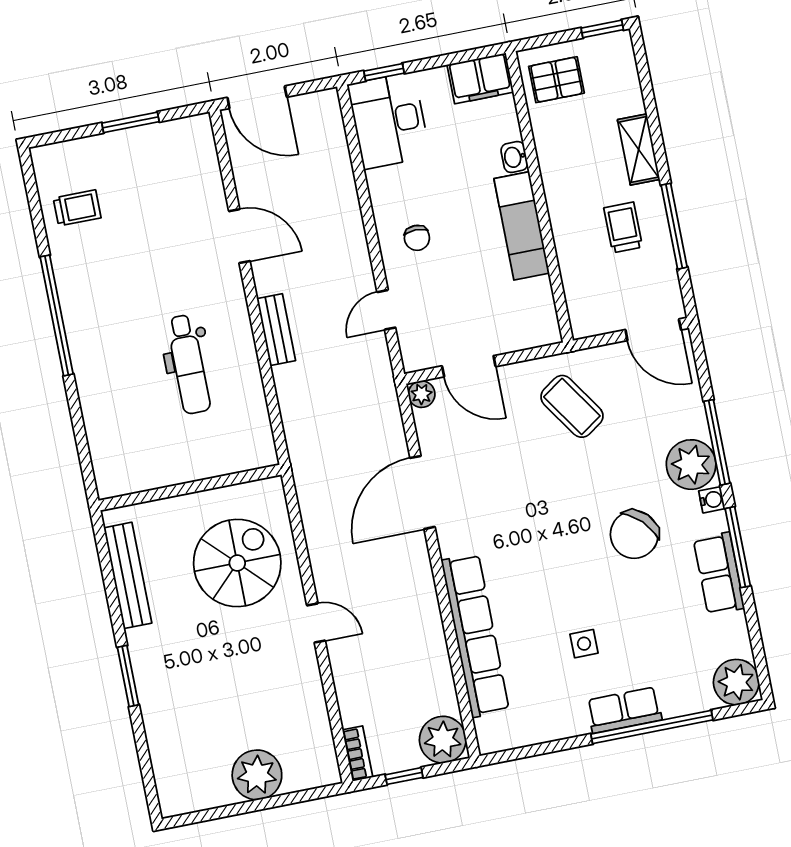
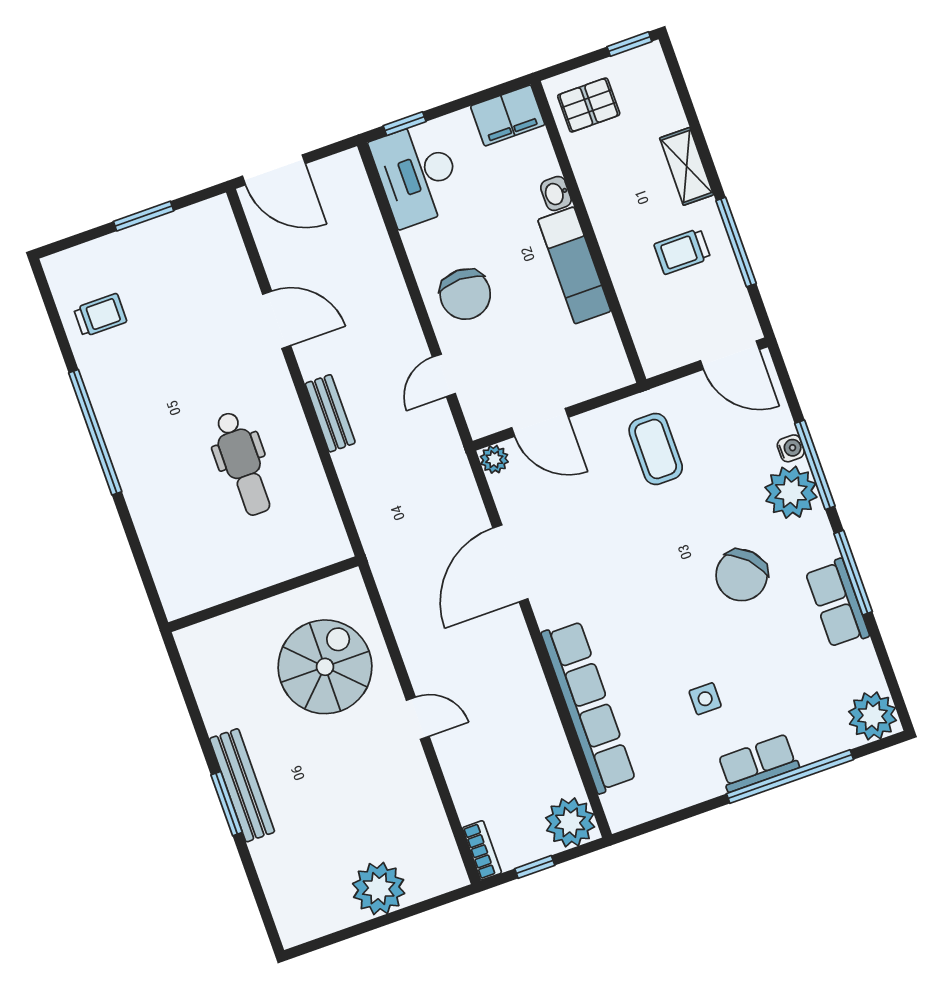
trolley: (623, 227) -> (682, 251), turned -90
chair: (417, 238) -> (465, 294), width x1.87, depth x1.87
coffee table: (572, 406) -> (656, 449), turned 34
water cooler: (712, 500) -> (791, 448), moved
bench: (128, 575) -> (242, 785), moved

